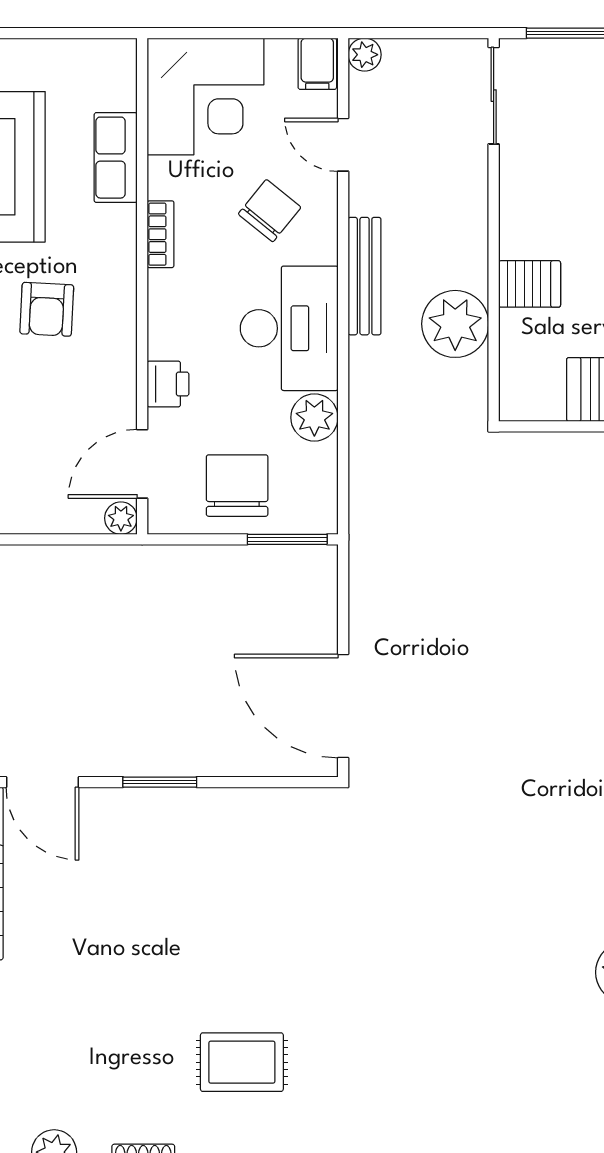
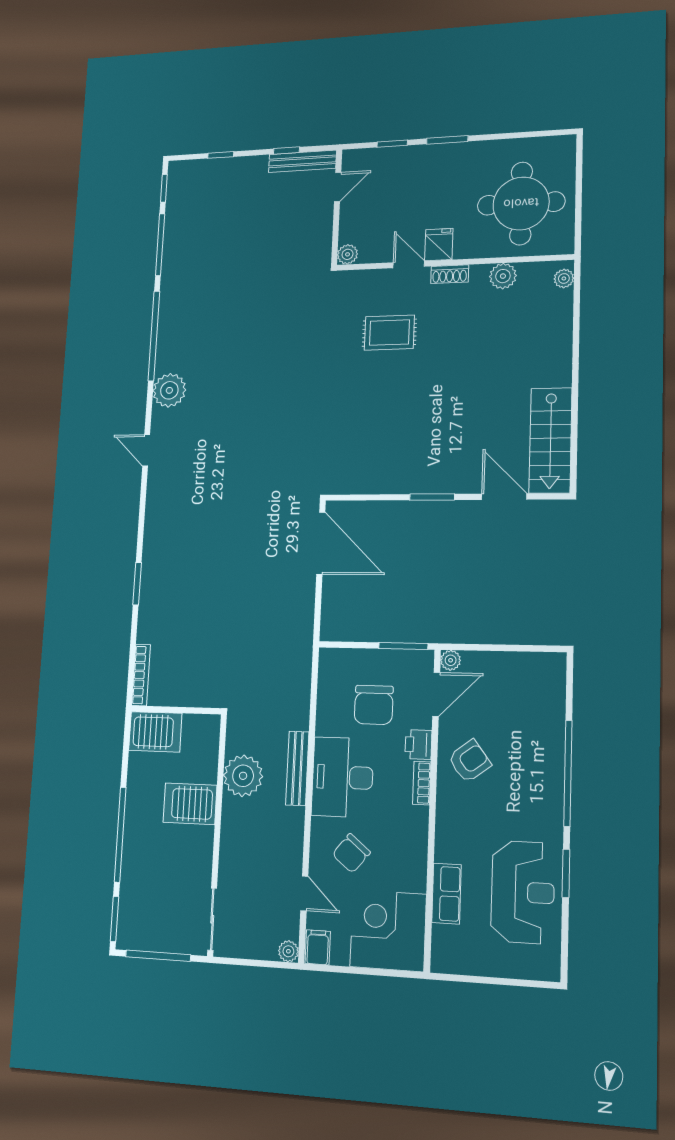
bookcase: (161, 234) -> (422, 783), moved
bench: (365, 276) -> (297, 768), moved
server rack: (530, 284) -> (190, 804), width x1.36, depth x1.44
armchair: (47, 309) -> (469, 761), moved, turned 50
plant: (314, 417) -> (330, 720), removed
chair: (237, 486) -> (374, 705), moved
window: (287, 539) -> (403, 646), moved

